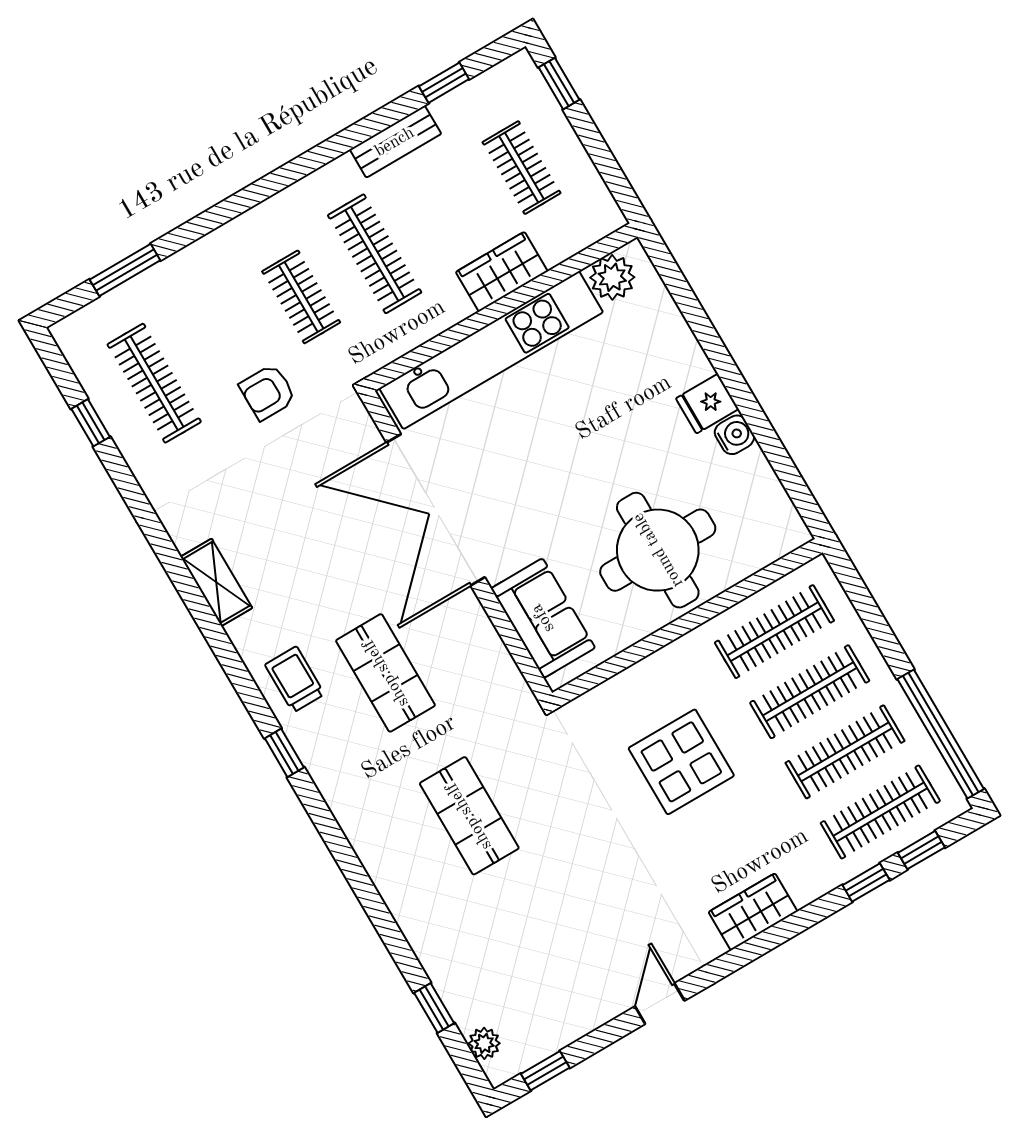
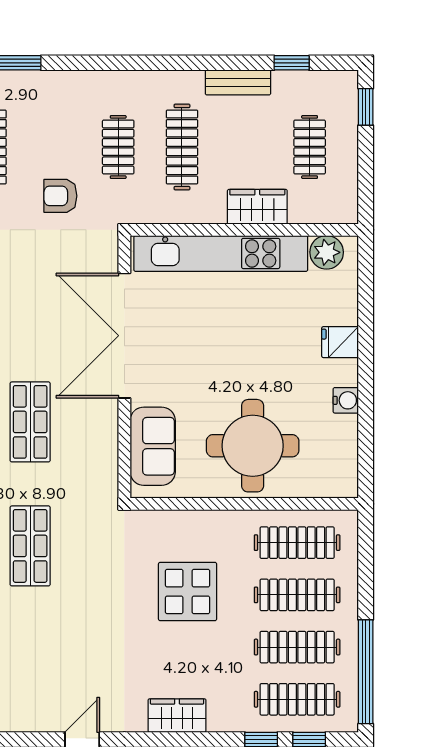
fridge: (707, 404) -> (340, 342), moved

